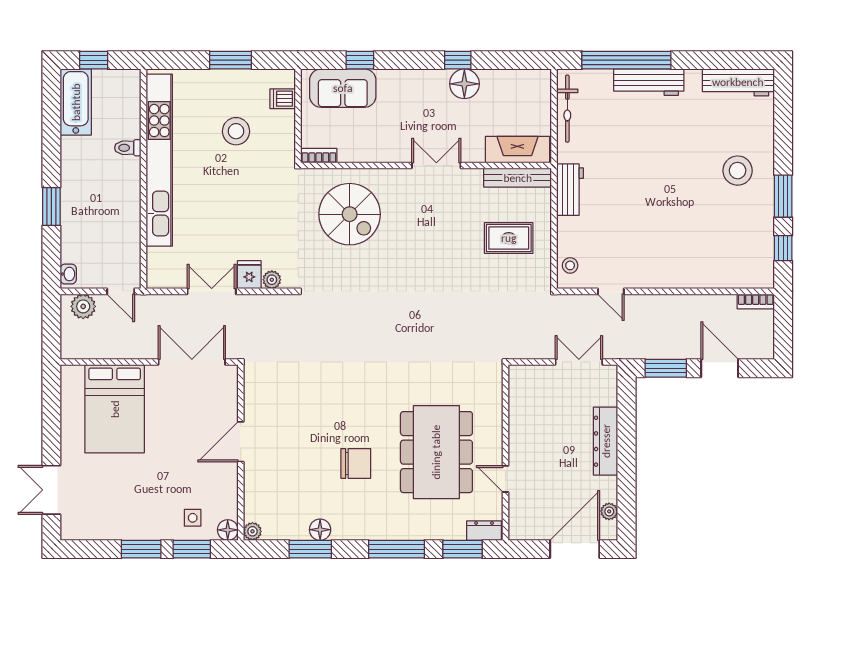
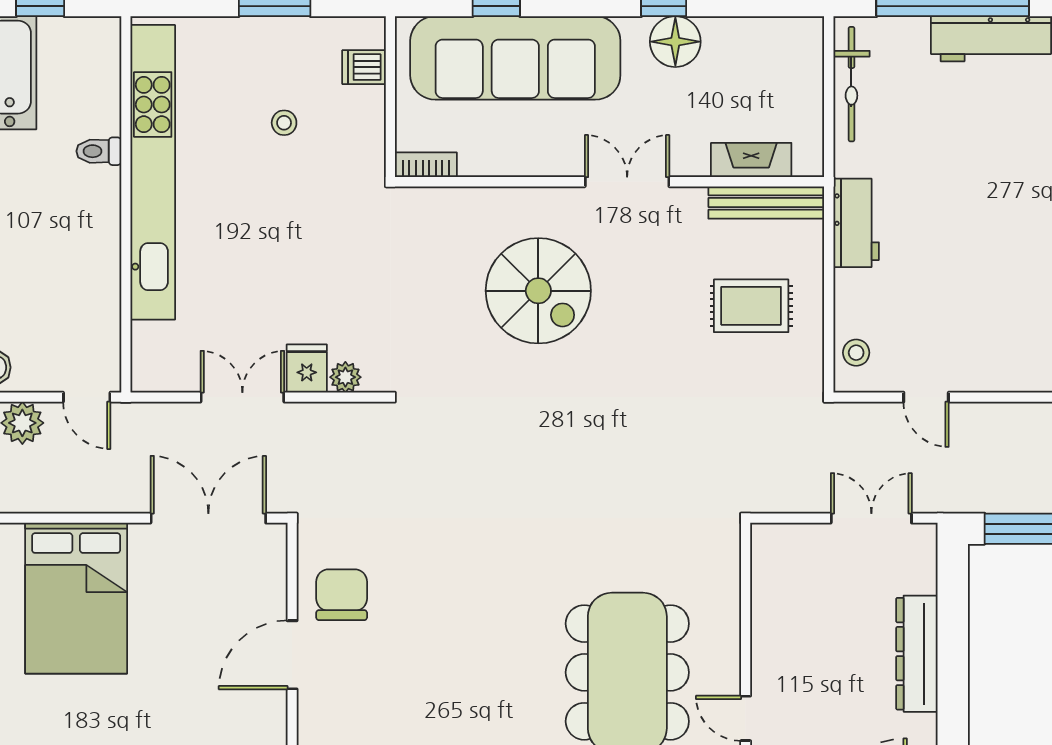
sofa: (343, 88) -> (515, 58), width x1.85, depth x1.27
stool: (236, 131) -> (284, 123), width x0.53, depth x0.53
fireplace: (517, 150) -> (751, 160), width x0.73, depth x0.76
spiral stairs: (350, 214) -> (538, 291), moved
chair: (356, 463) -> (342, 595), moved, turned -90

